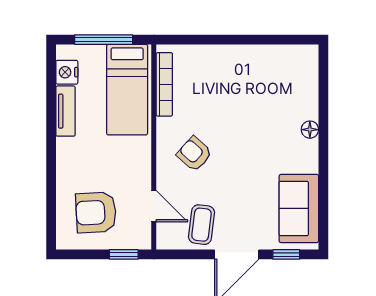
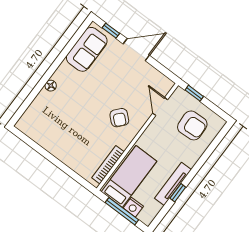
nightstand: (67, 72) -> (133, 207), moved, turned 90
tv unit: (66, 111) -> (173, 184), width x1.41
window: (51, 115) -> (178, 193), added
coffee table: (202, 225) -> (143, 79), removed

